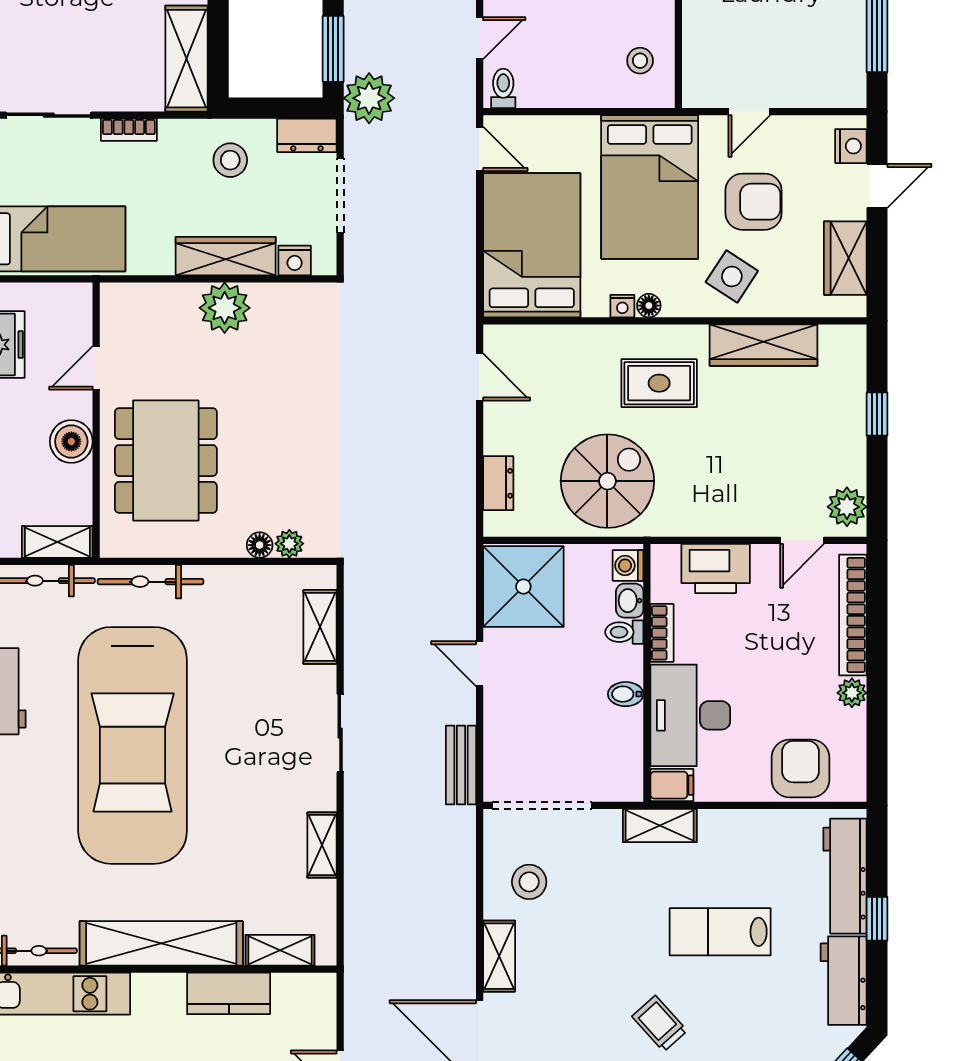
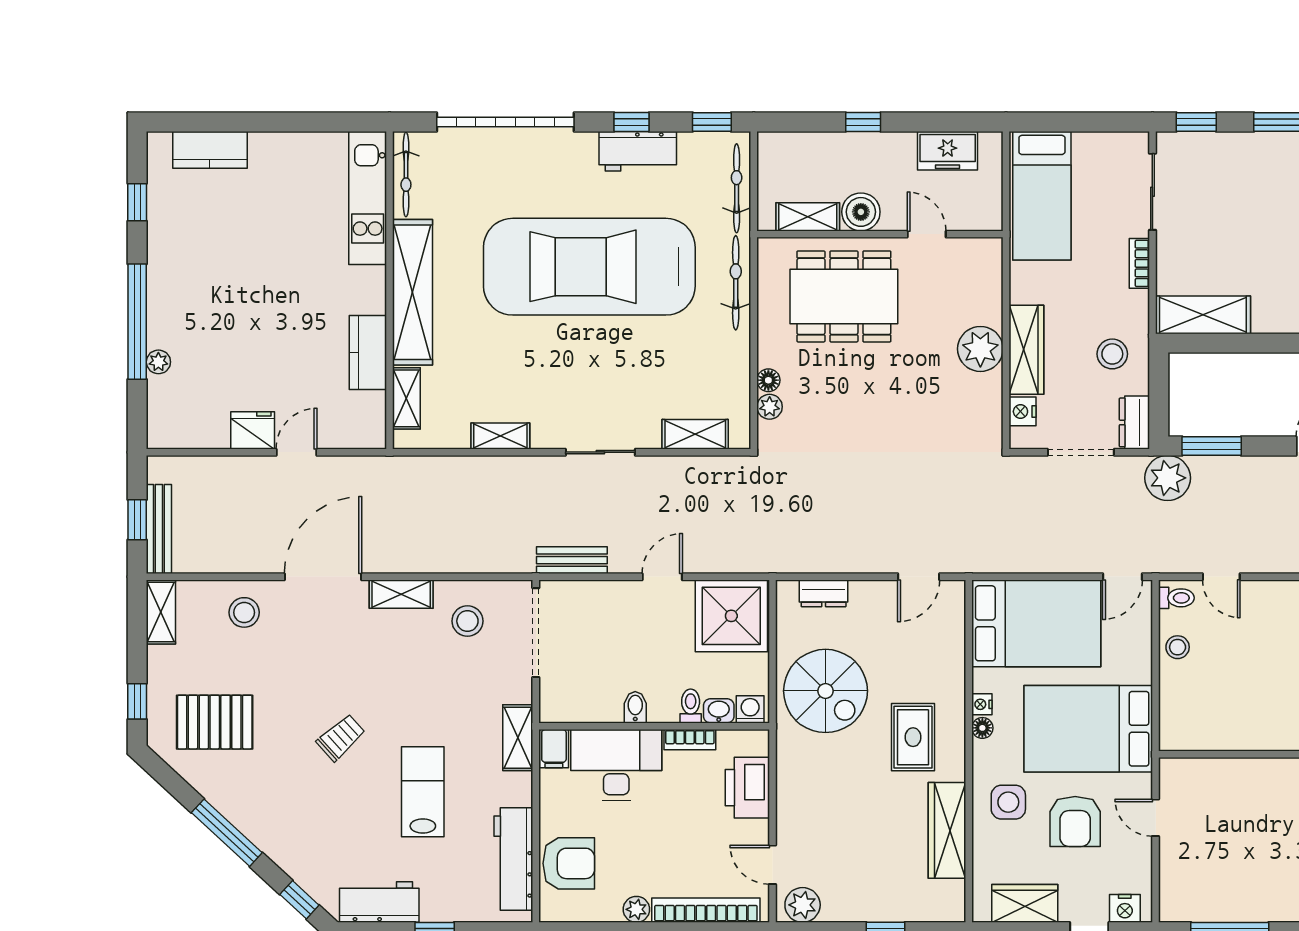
stool: (640, 61) -> (1178, 647), moved
side table: (732, 276) -> (1008, 802), turned -33
shelving: (57, 542) -> (808, 217), moved, turned 90
workbench: (845, 876) -> (513, 859), moved, turned -90

